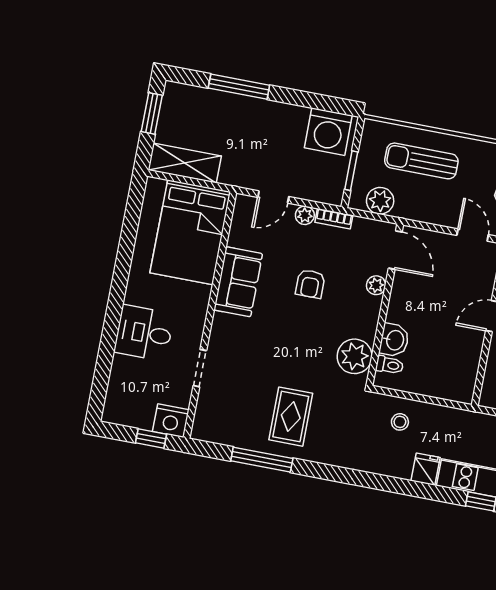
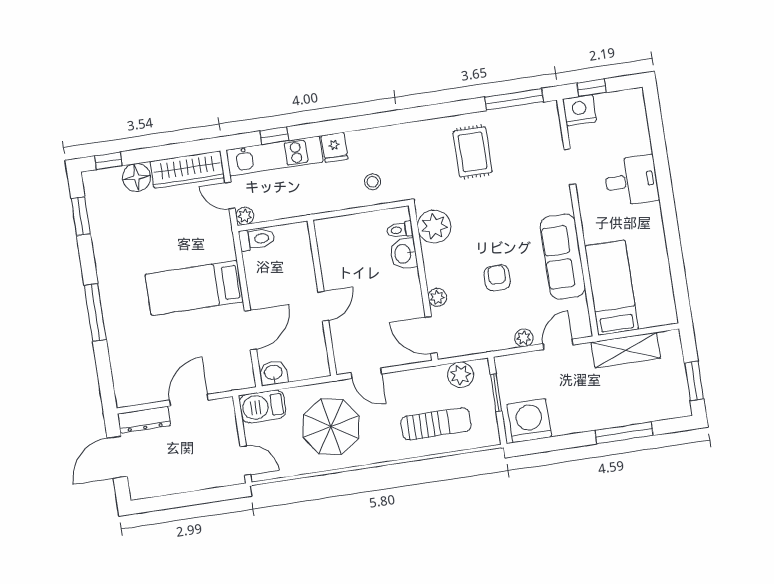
shelving: (185, 163) -> (626, 350), moved
bookcase: (334, 219) -> (497, 344), removed
bed: (190, 232) -> (611, 288), width x0.67
sofa: (238, 282) -> (563, 257), width x1.36
window: (262, 460) -> (514, 99), moved

